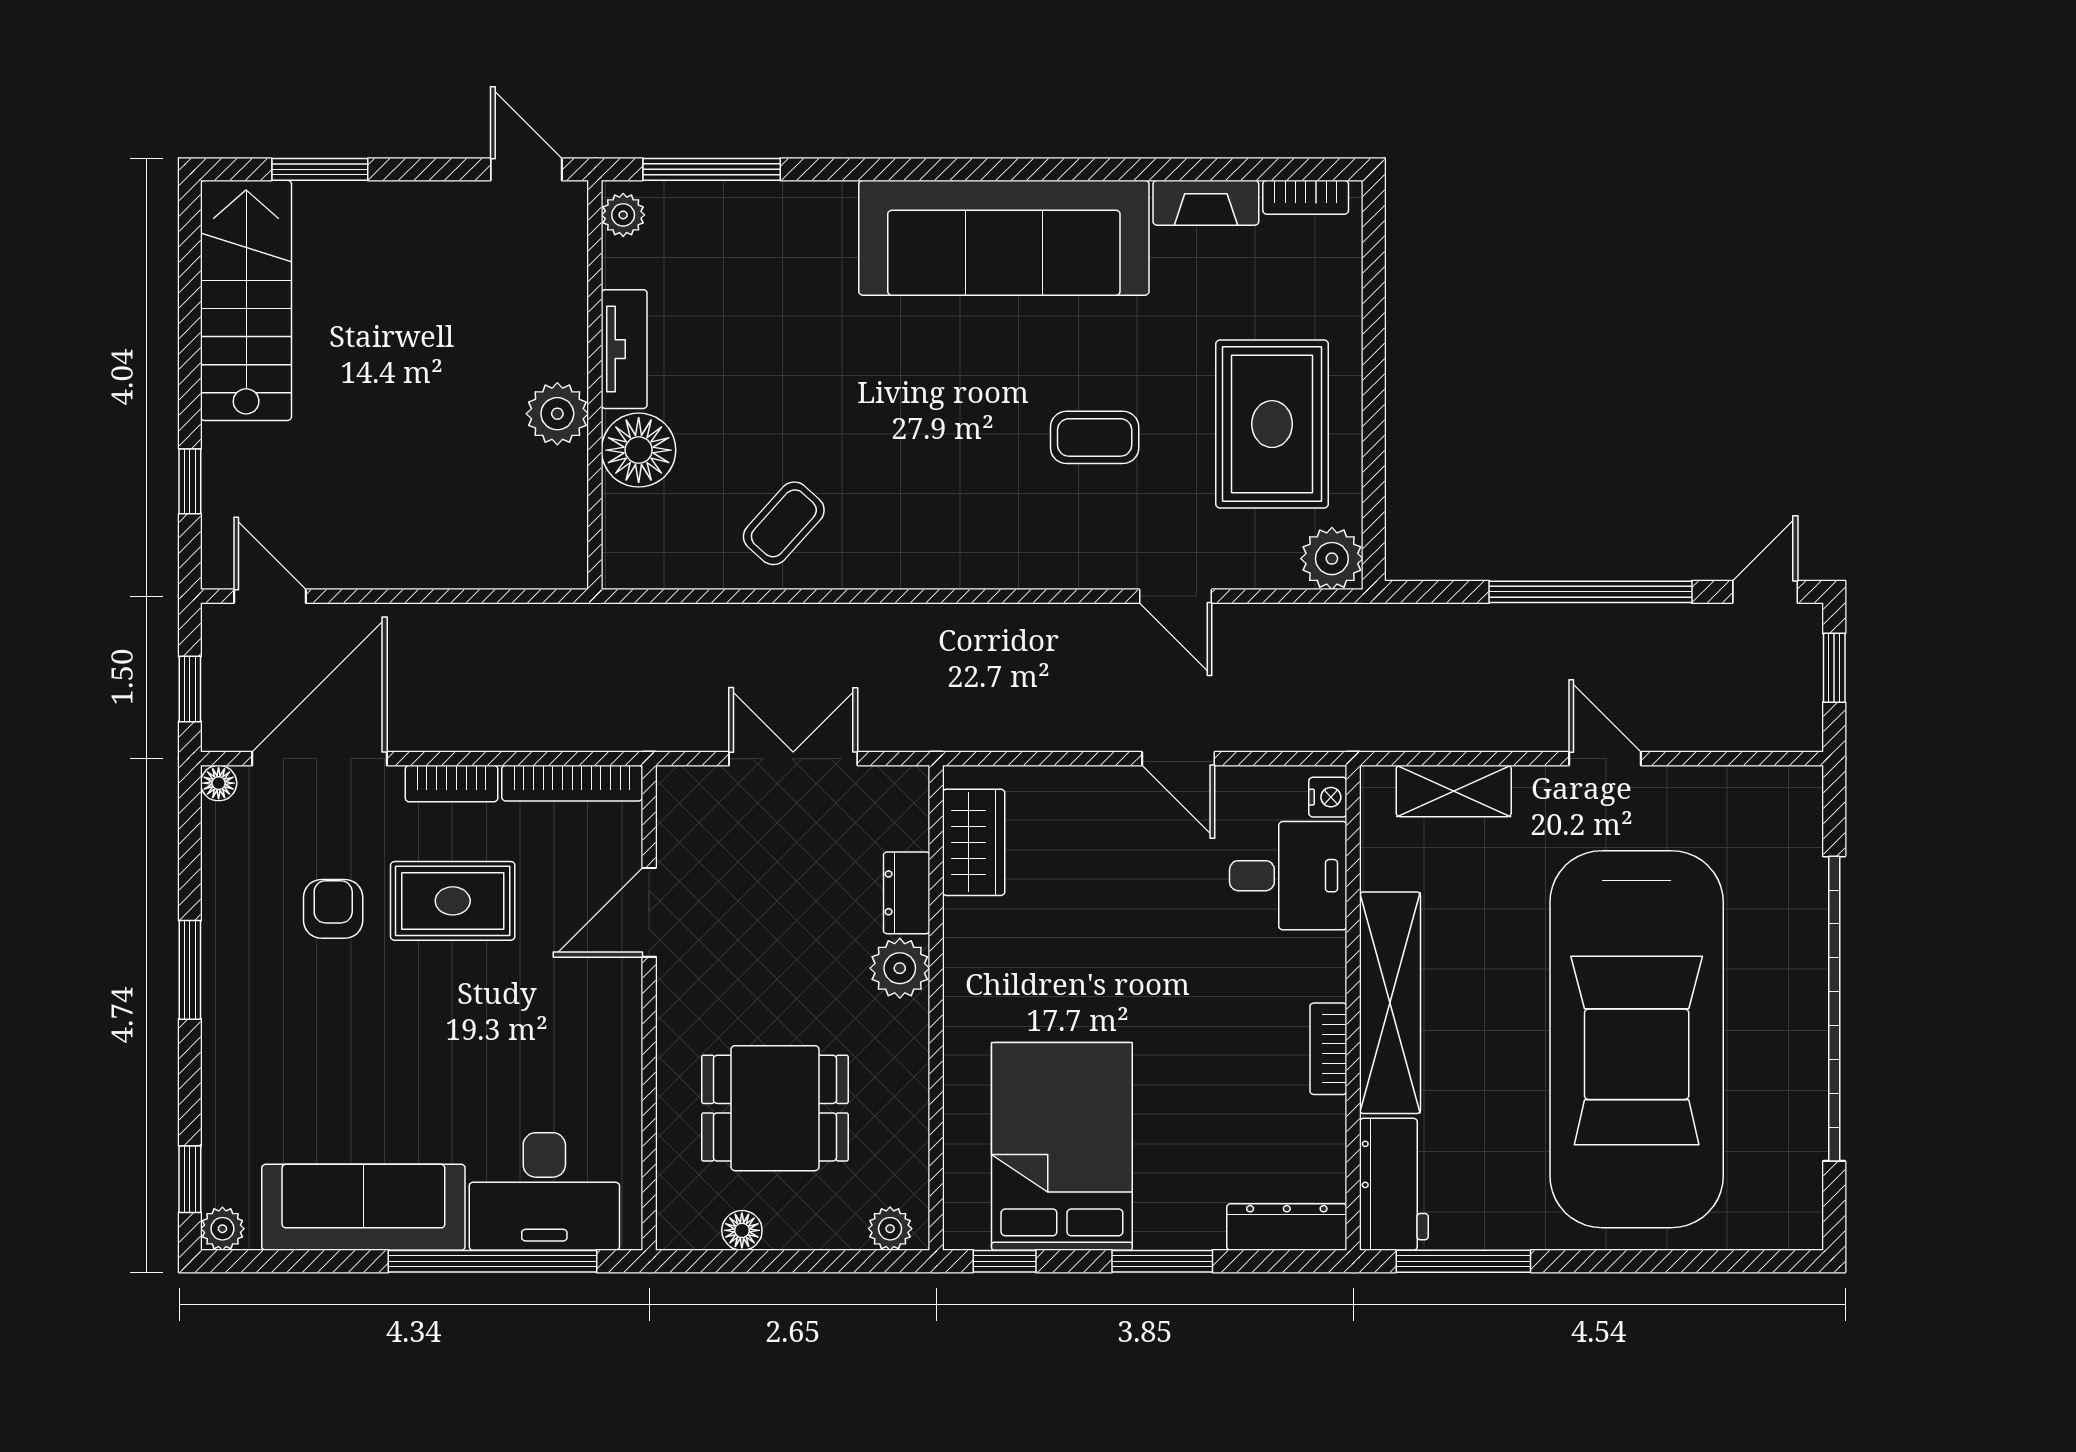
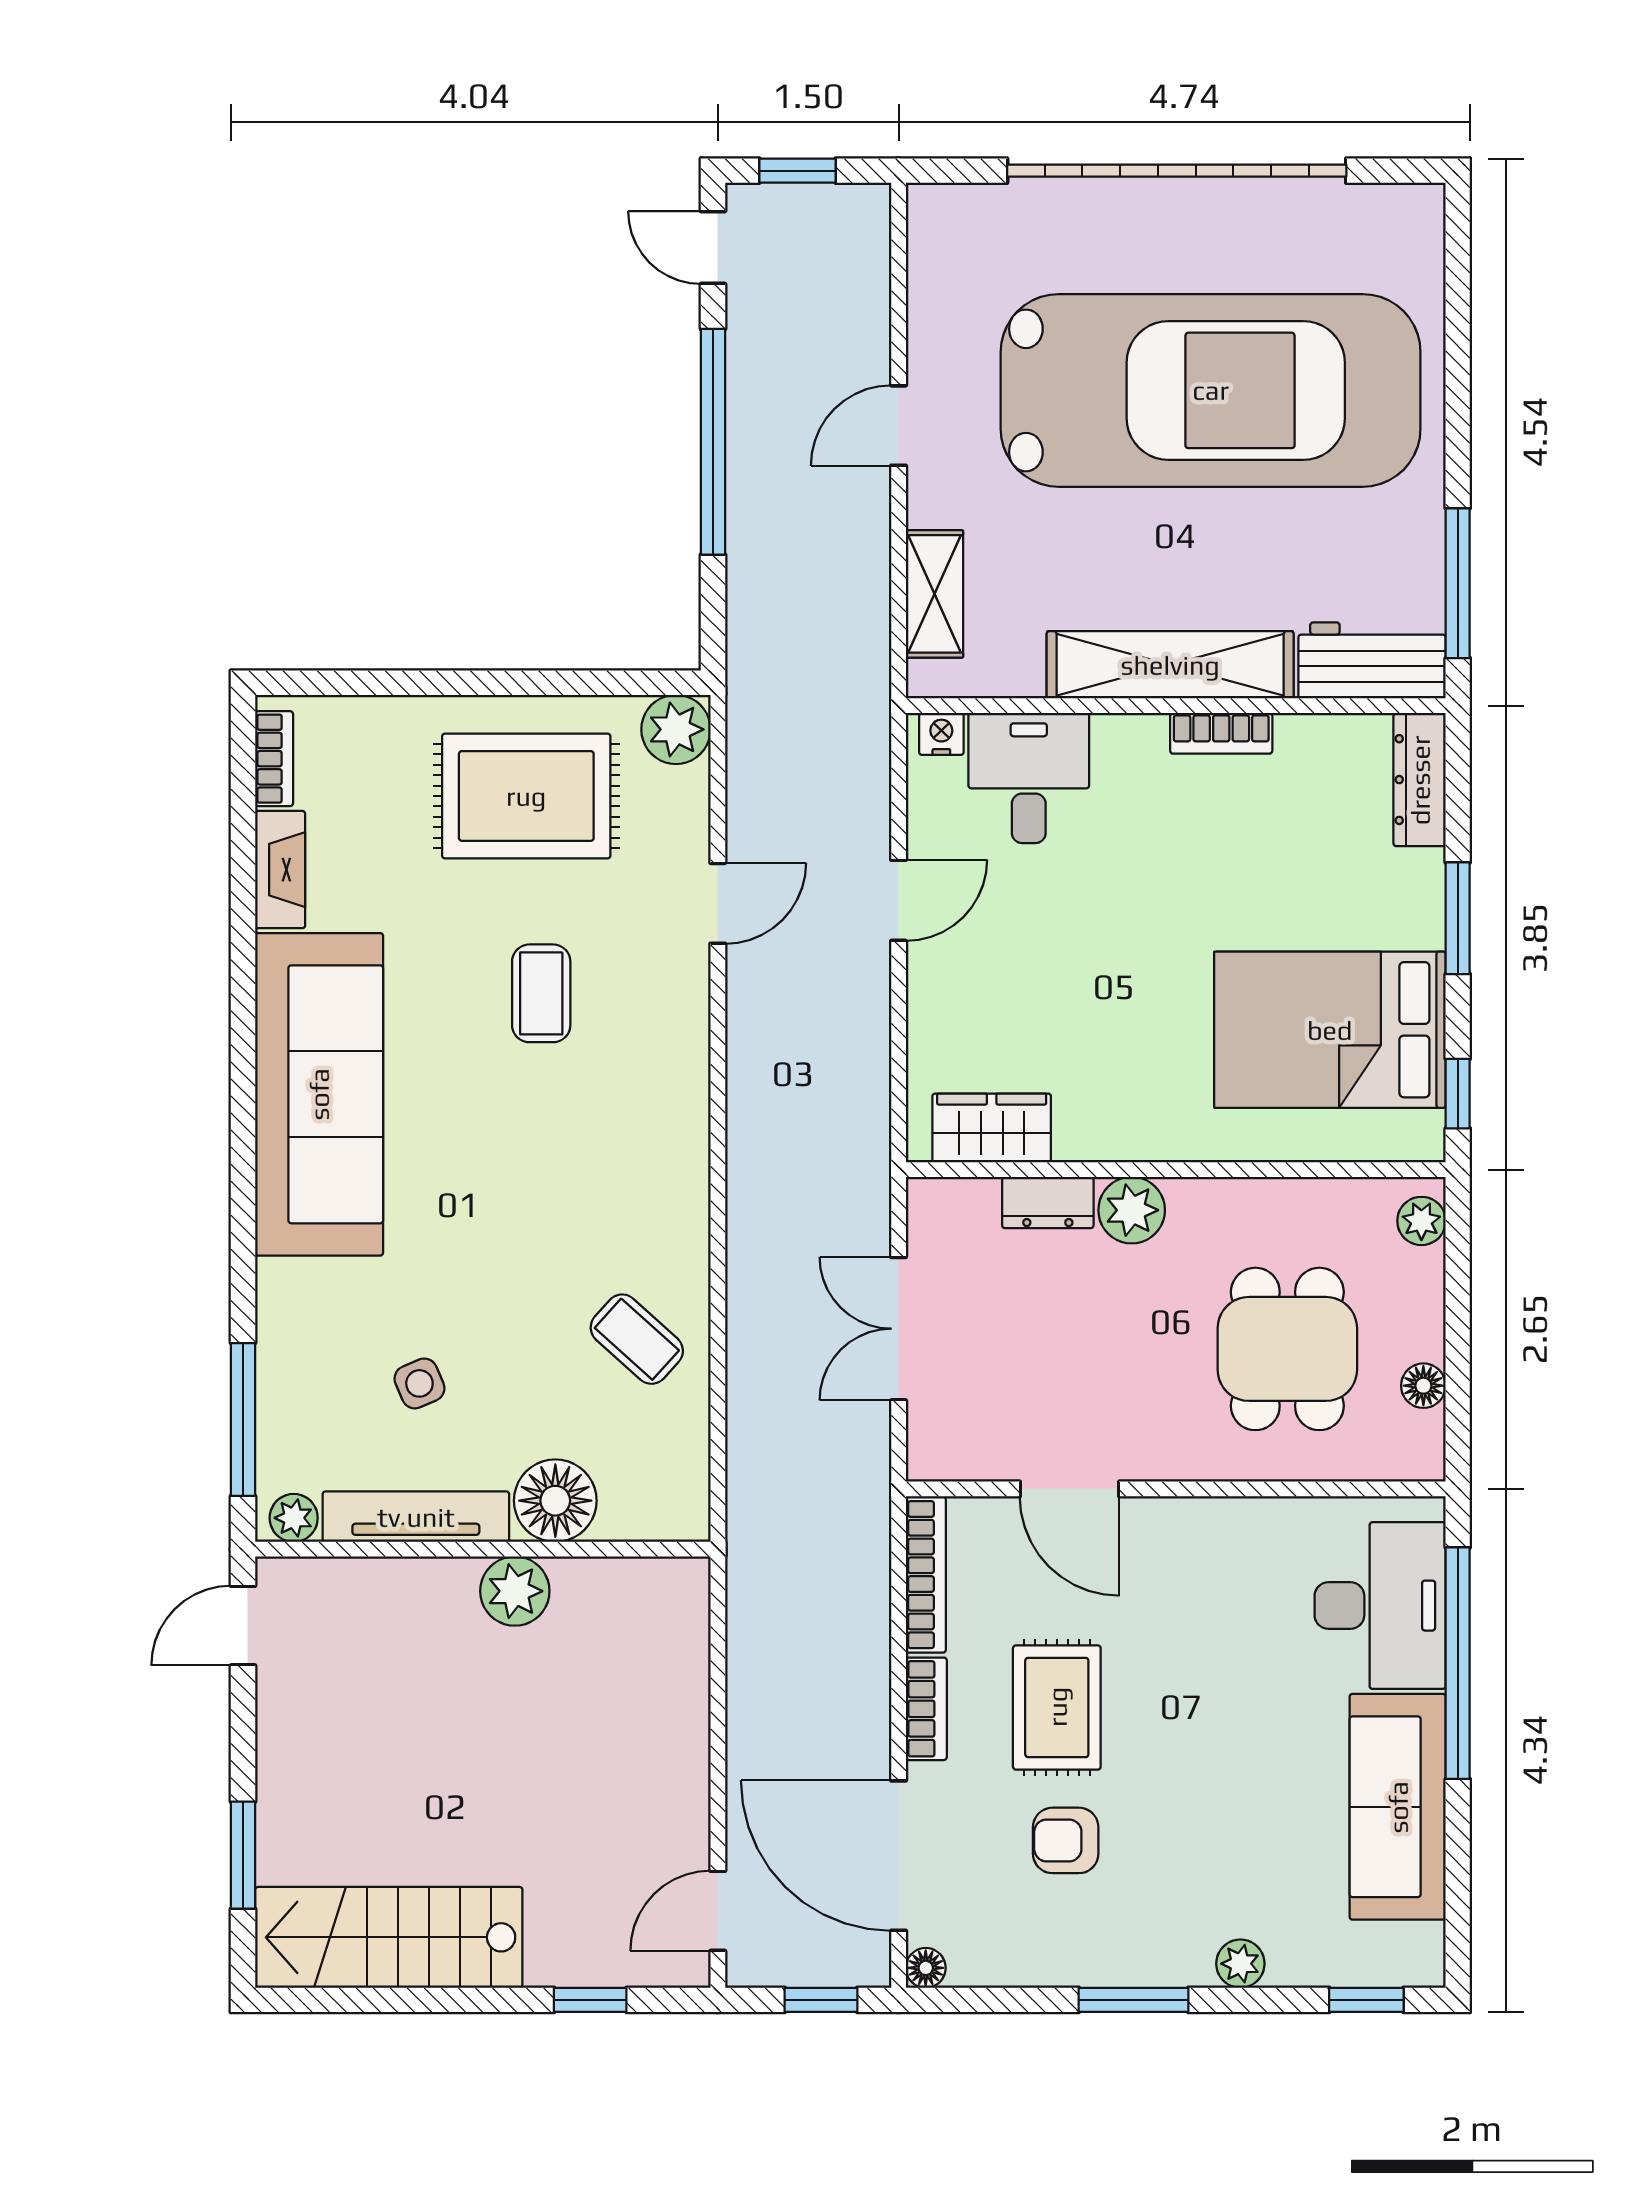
side table: (744, 328) -> (419, 1383), added
tv unit: (624, 349) -> (416, 1517), width x1.41
plant: (222, 1229) -> (1240, 1964), moved

